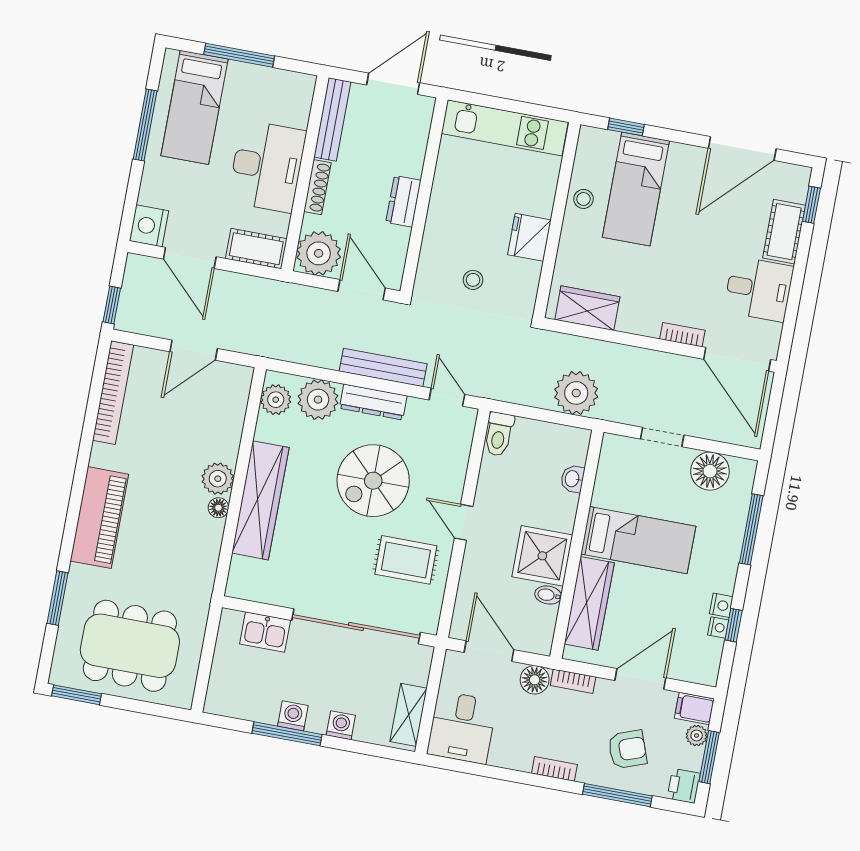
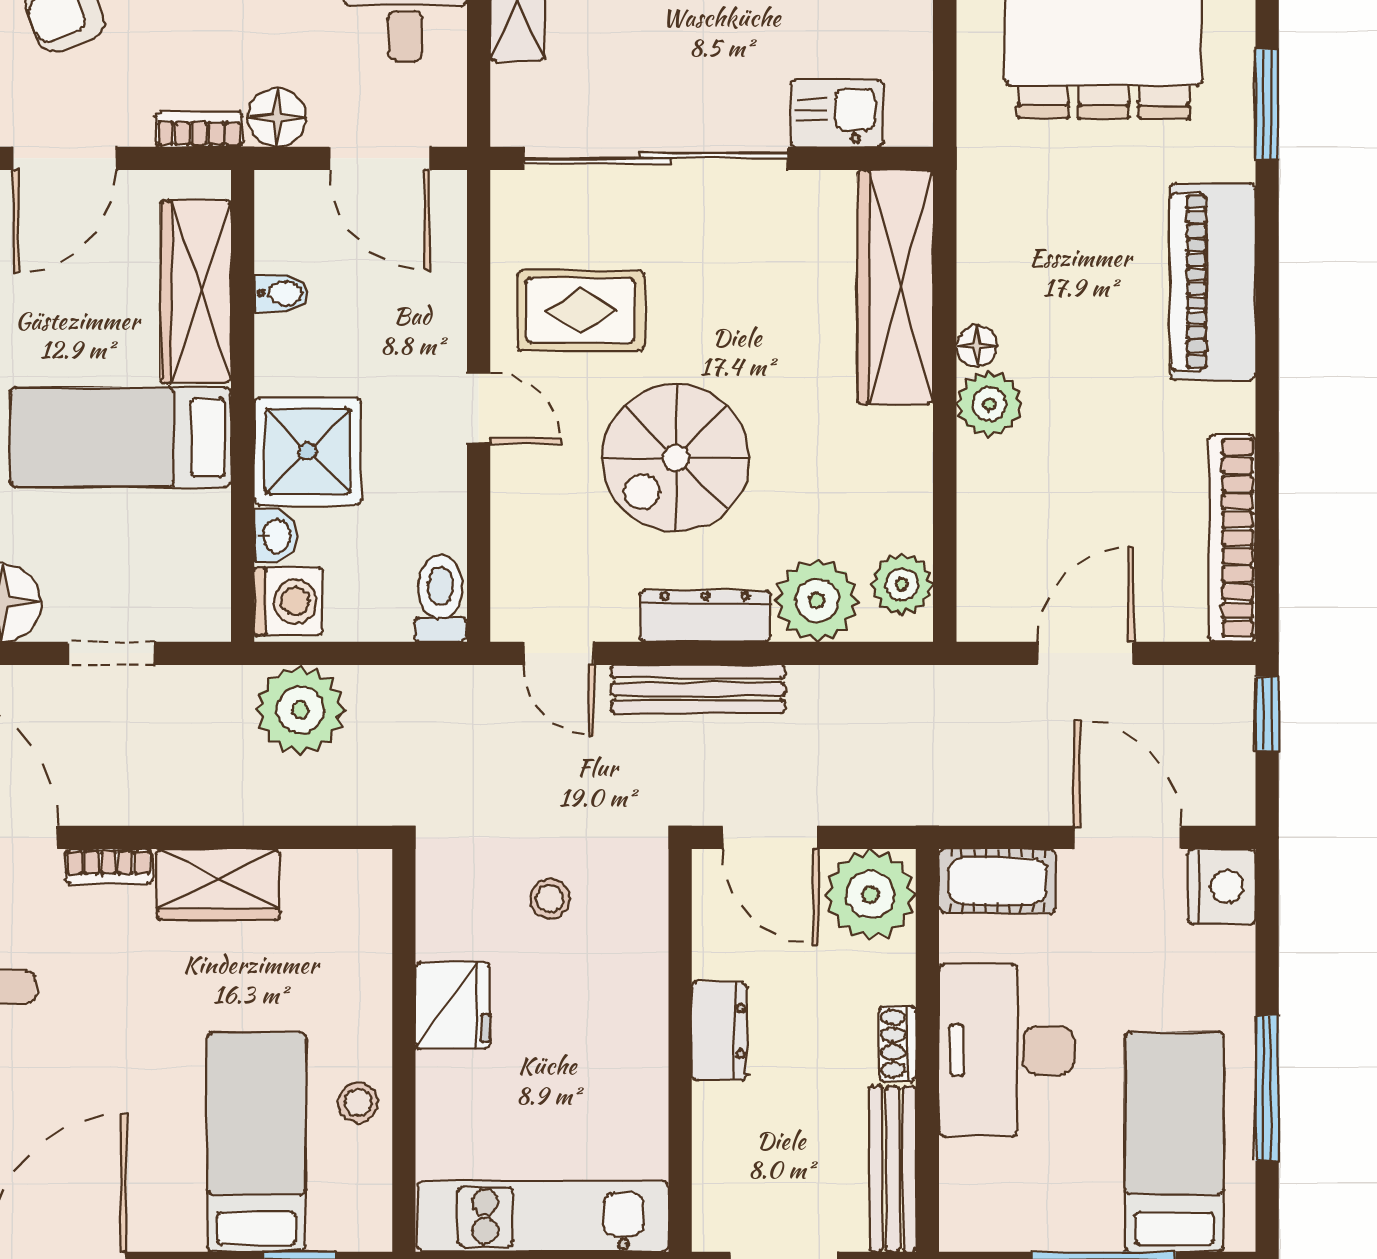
shoe rack: (317, 187) -> (898, 1044), width x0.70
wardrobe: (587, 308) -> (218, 884), moved
washing machine: (572, 446) -> (288, 601), added
spiral stairs: (373, 481) -> (676, 458), turned 180
wardrobe: (260, 500) -> (895, 287), moved
shower: (542, 556) -> (308, 451), moved

